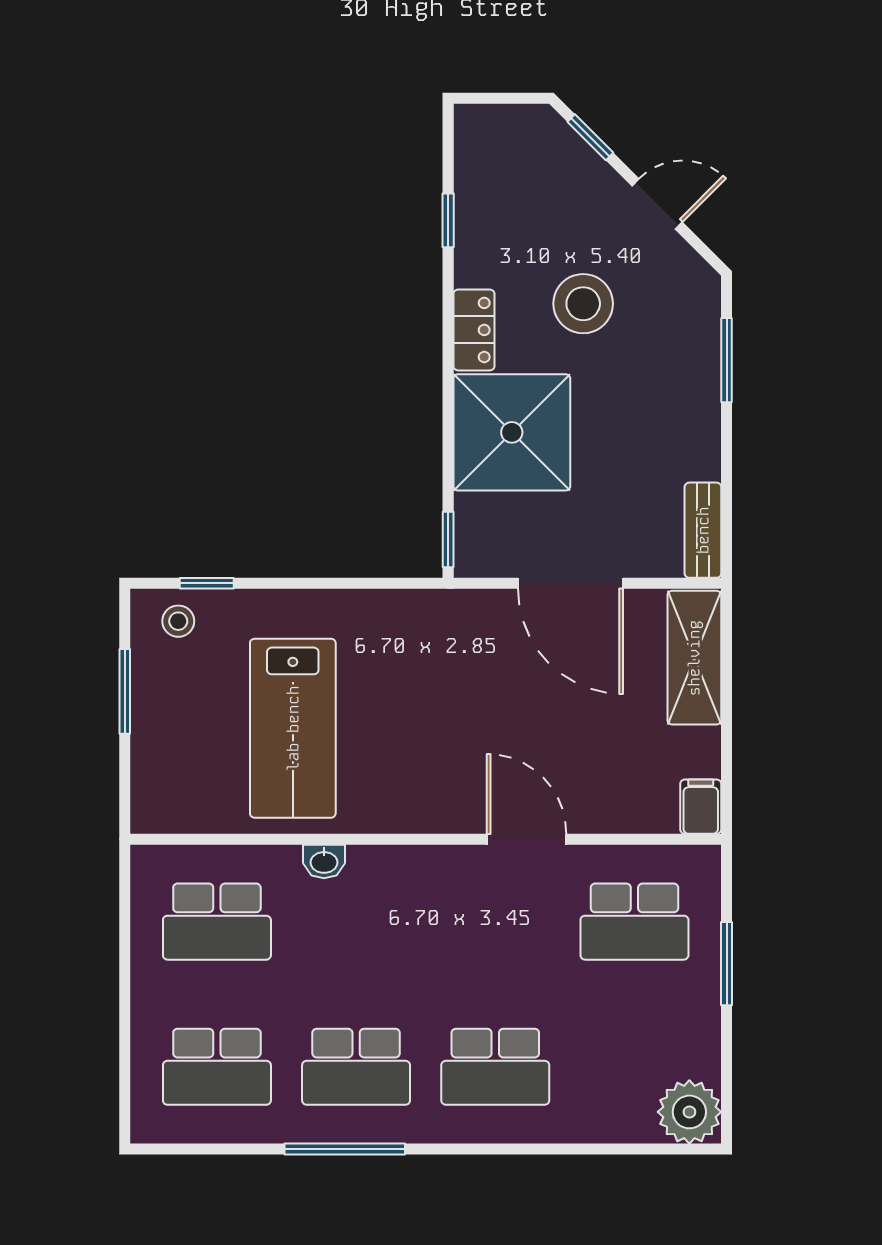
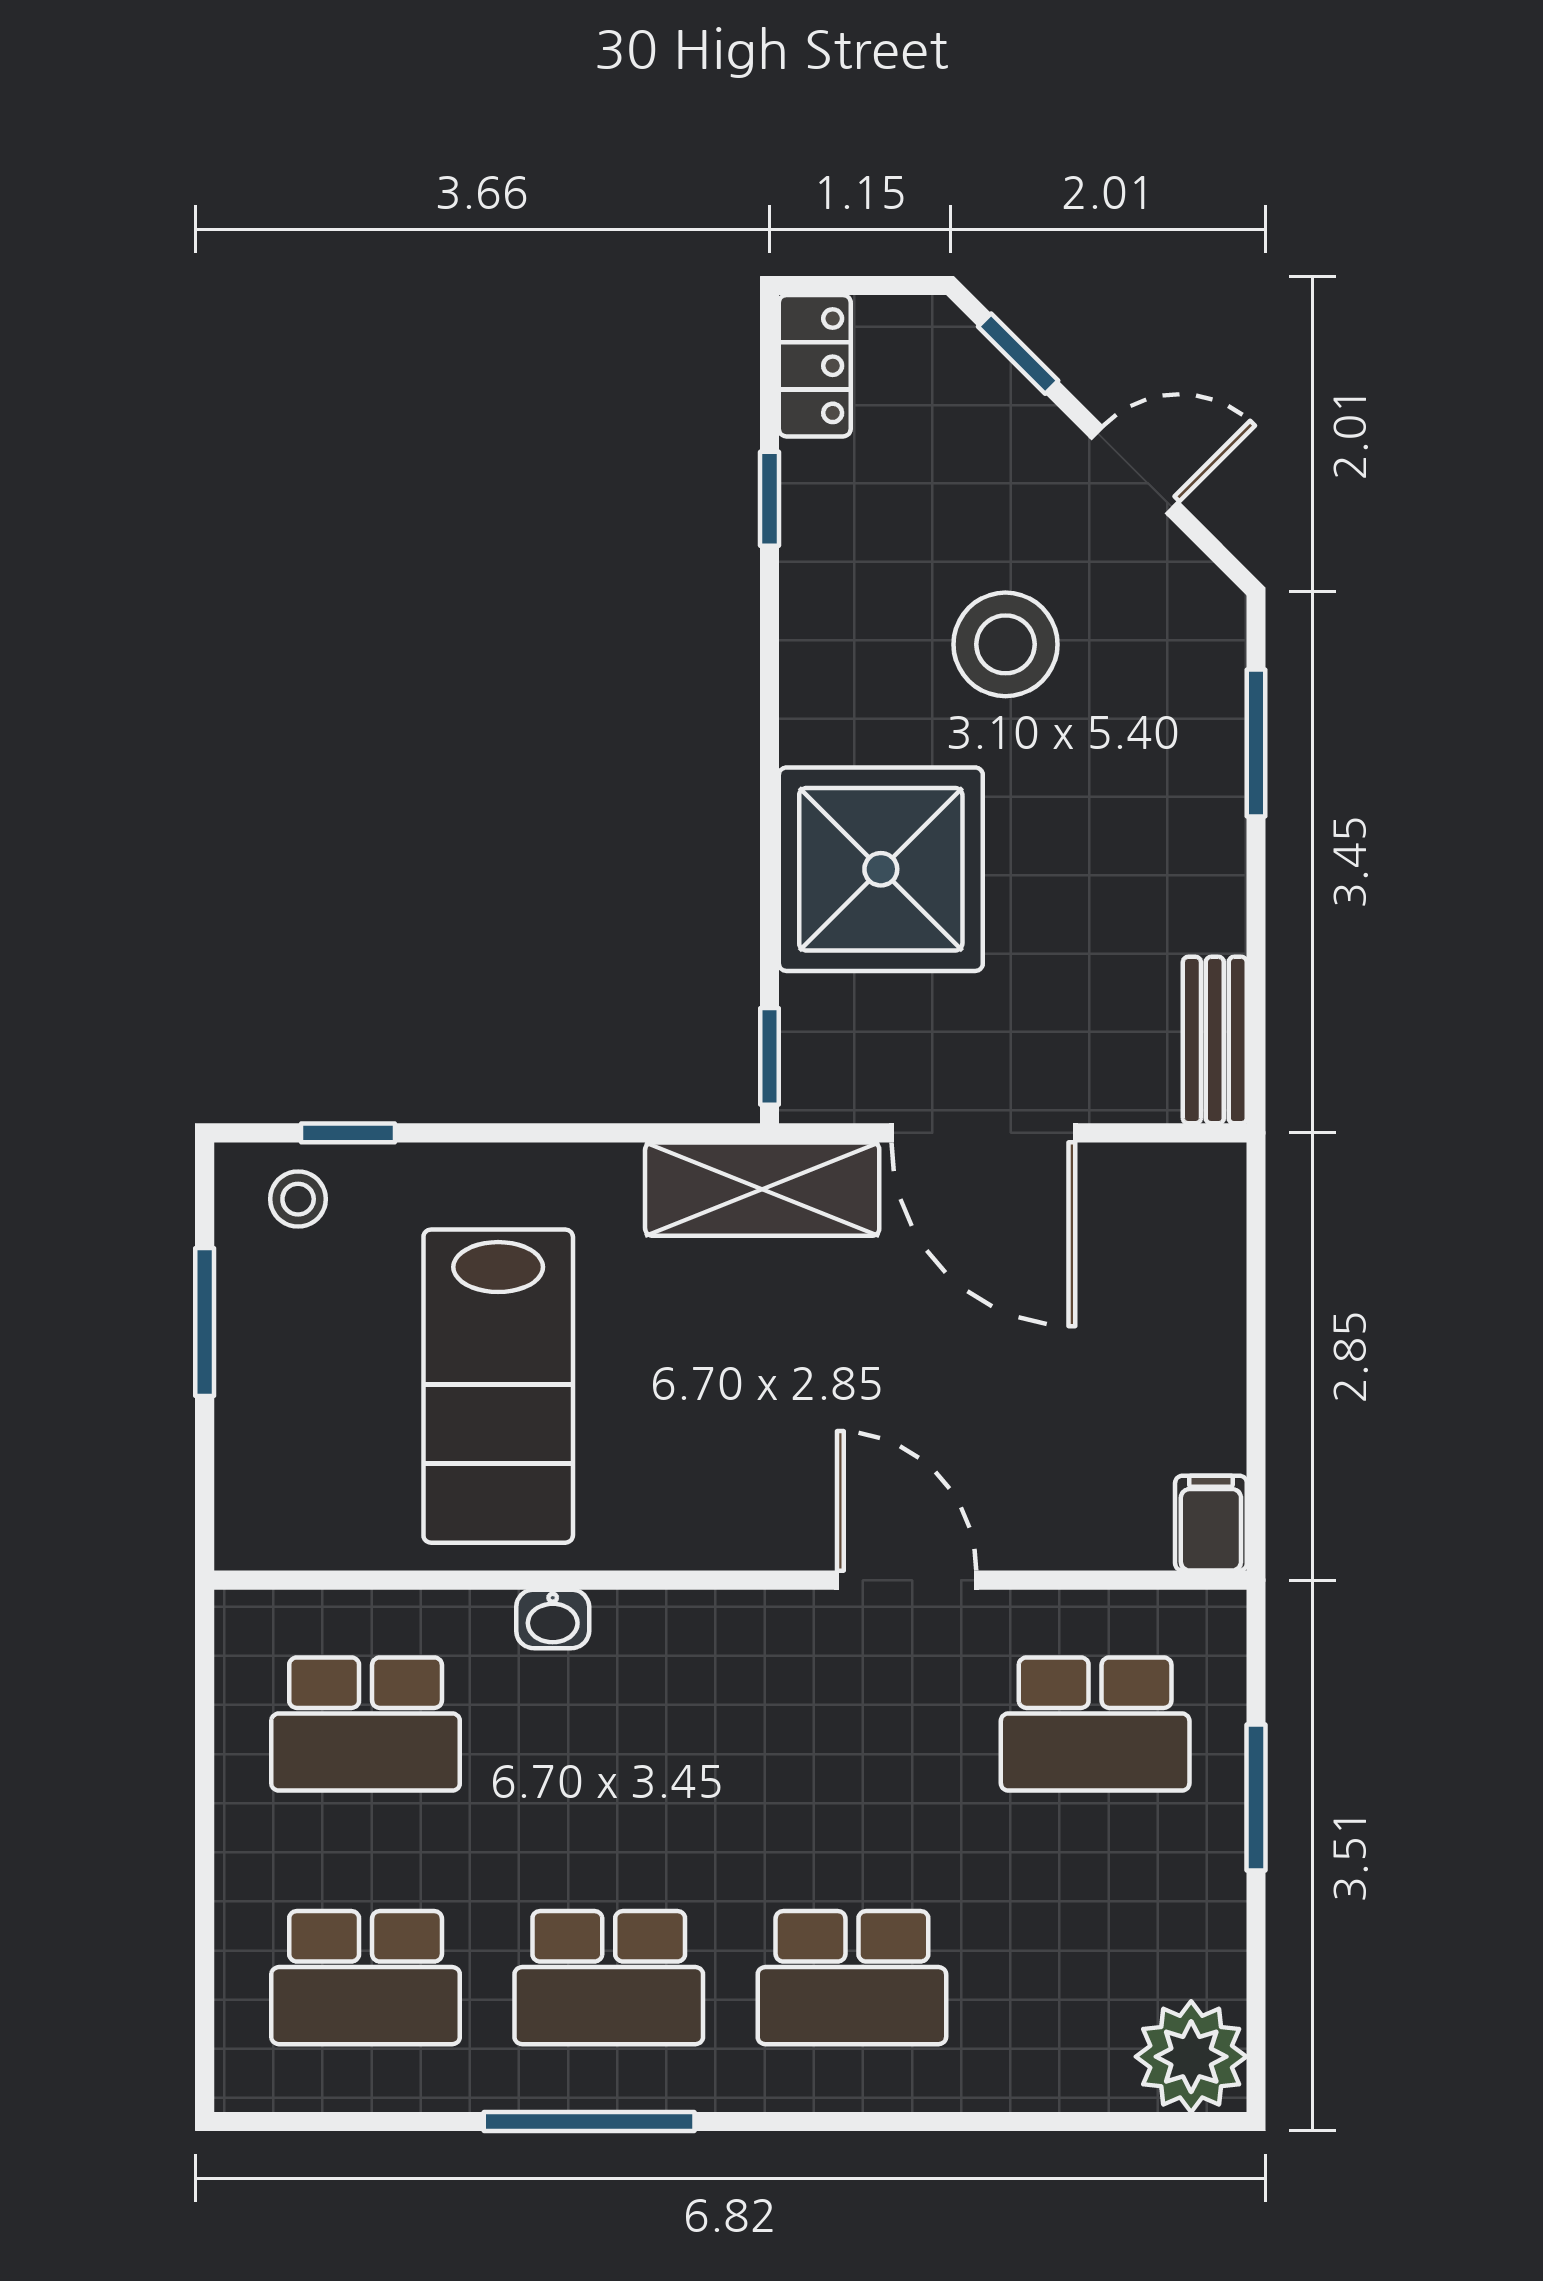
locker: (474, 330) -> (815, 366), moved
shelving: (694, 658) -> (762, 1189), moved, turned 90

